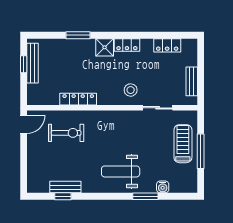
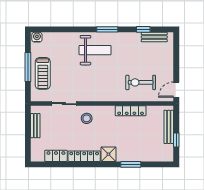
locker: (127, 45) -> (84, 156), width x1.53
bench: (33, 63) -> (169, 127), moved
bench: (65, 187) -> (154, 37), moved
water cooler: (163, 187) -> (37, 37), moved
window: (145, 196) -> (107, 29), moved

